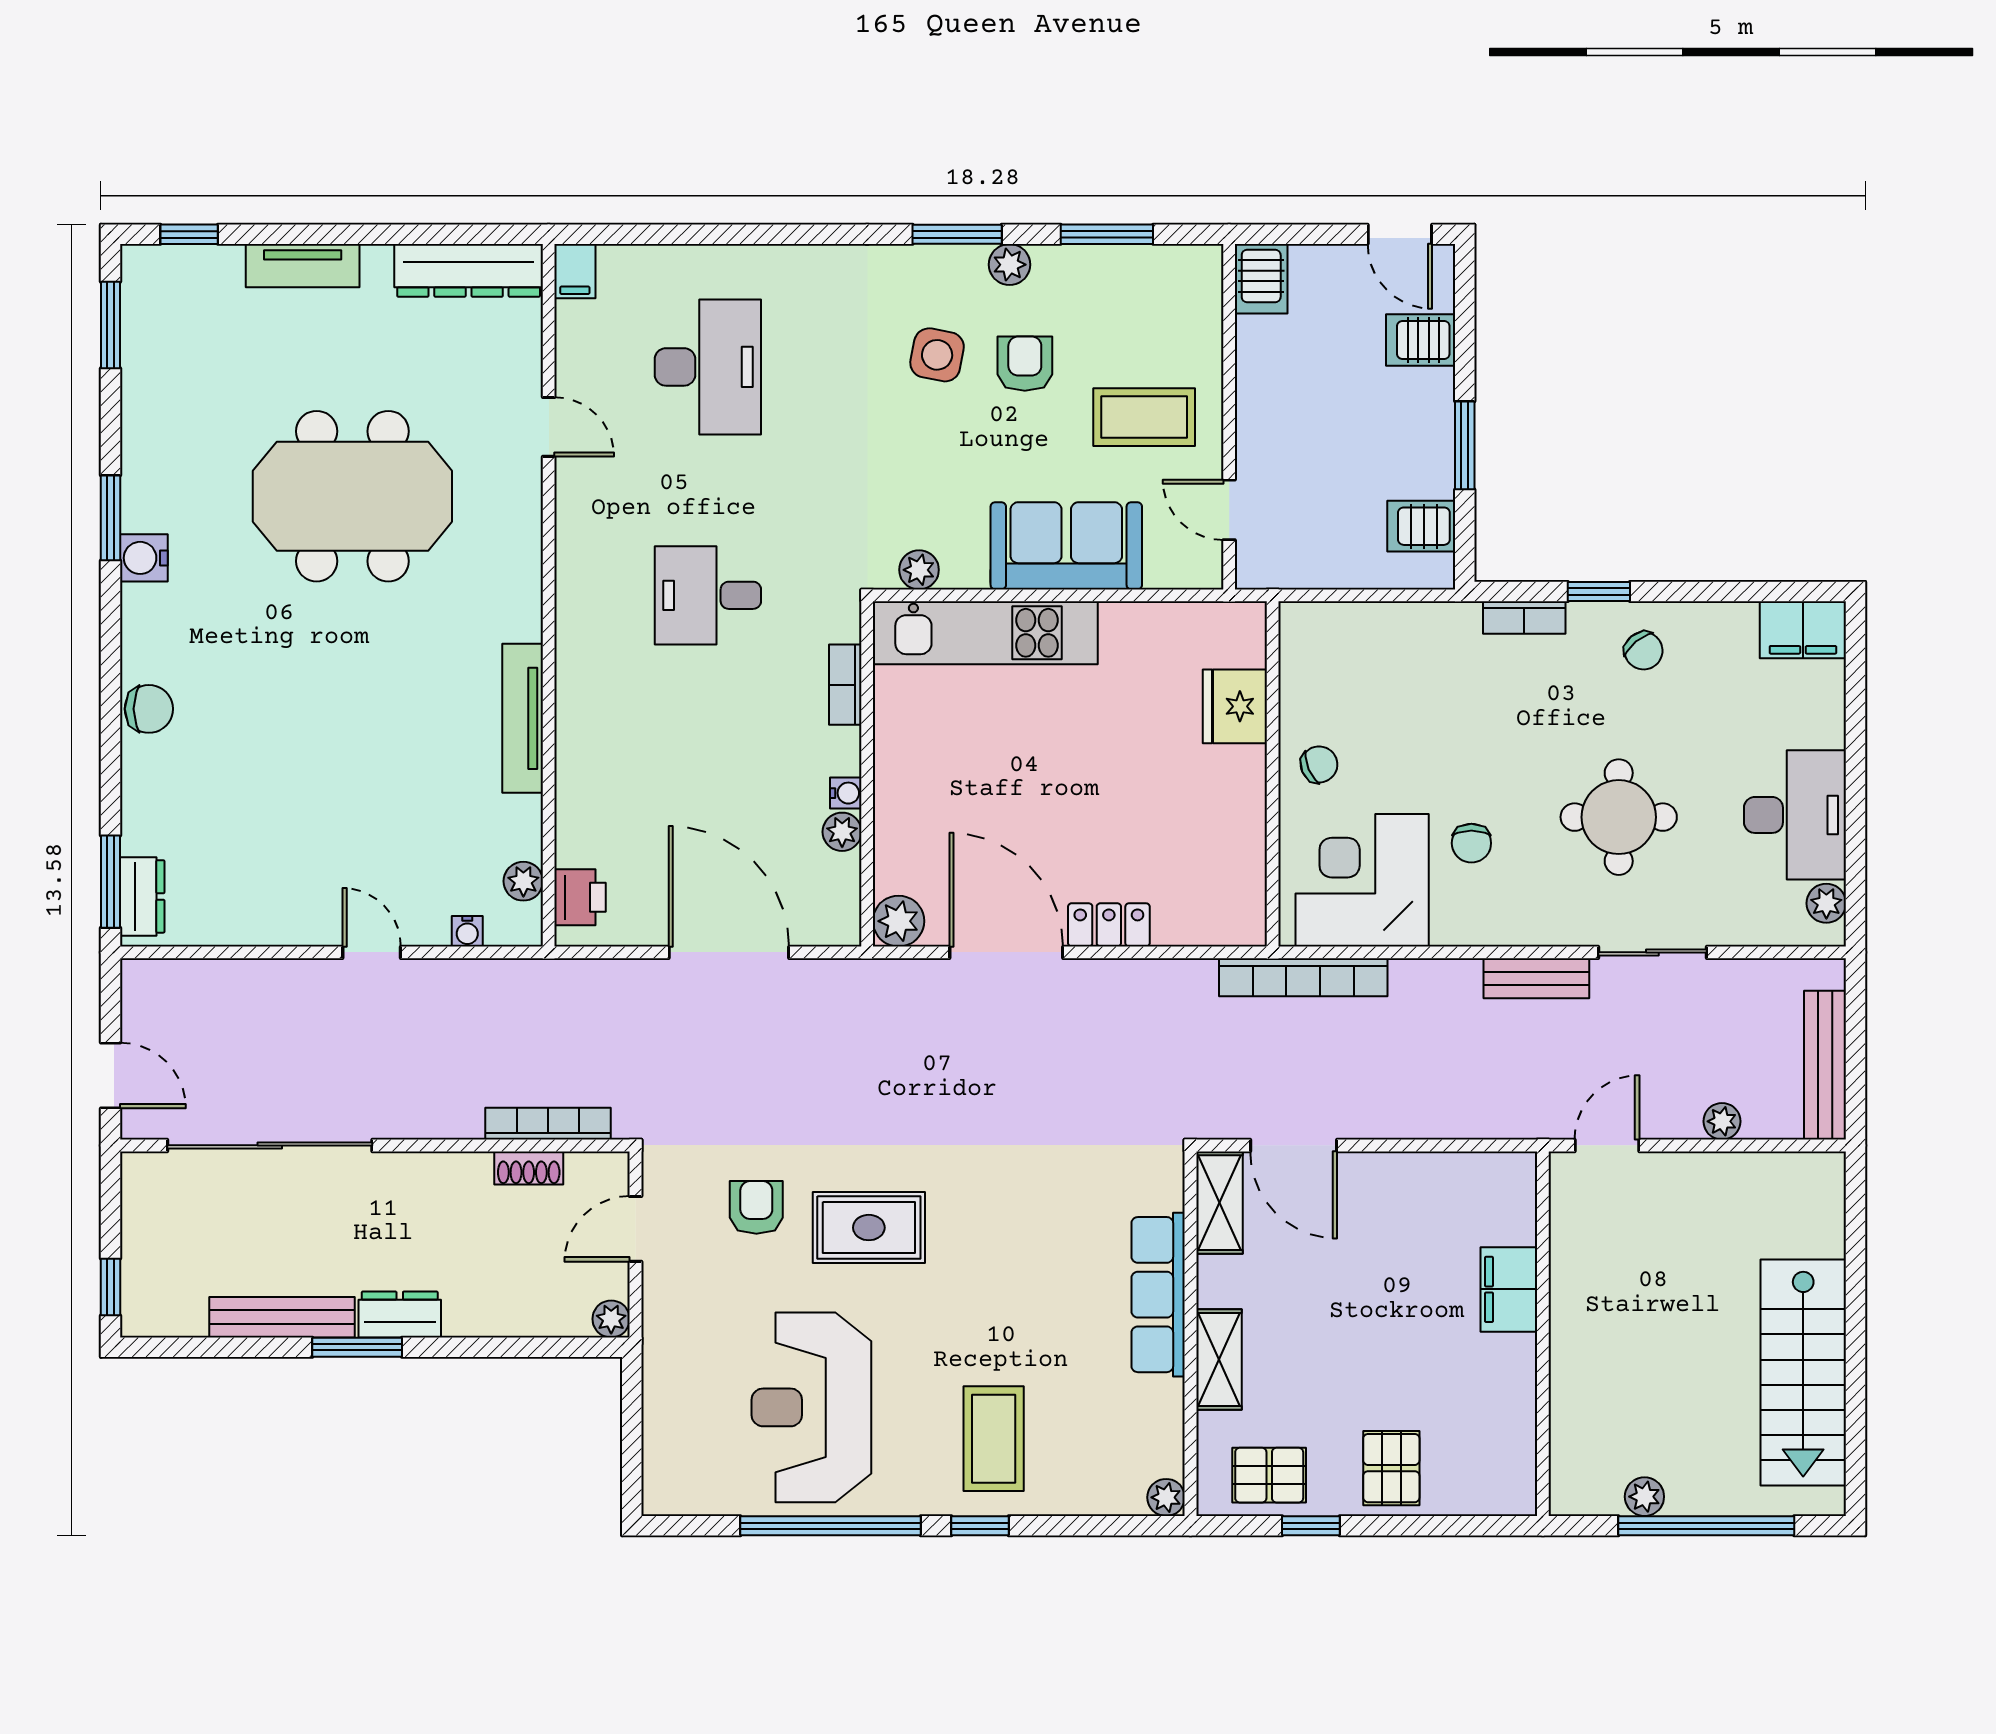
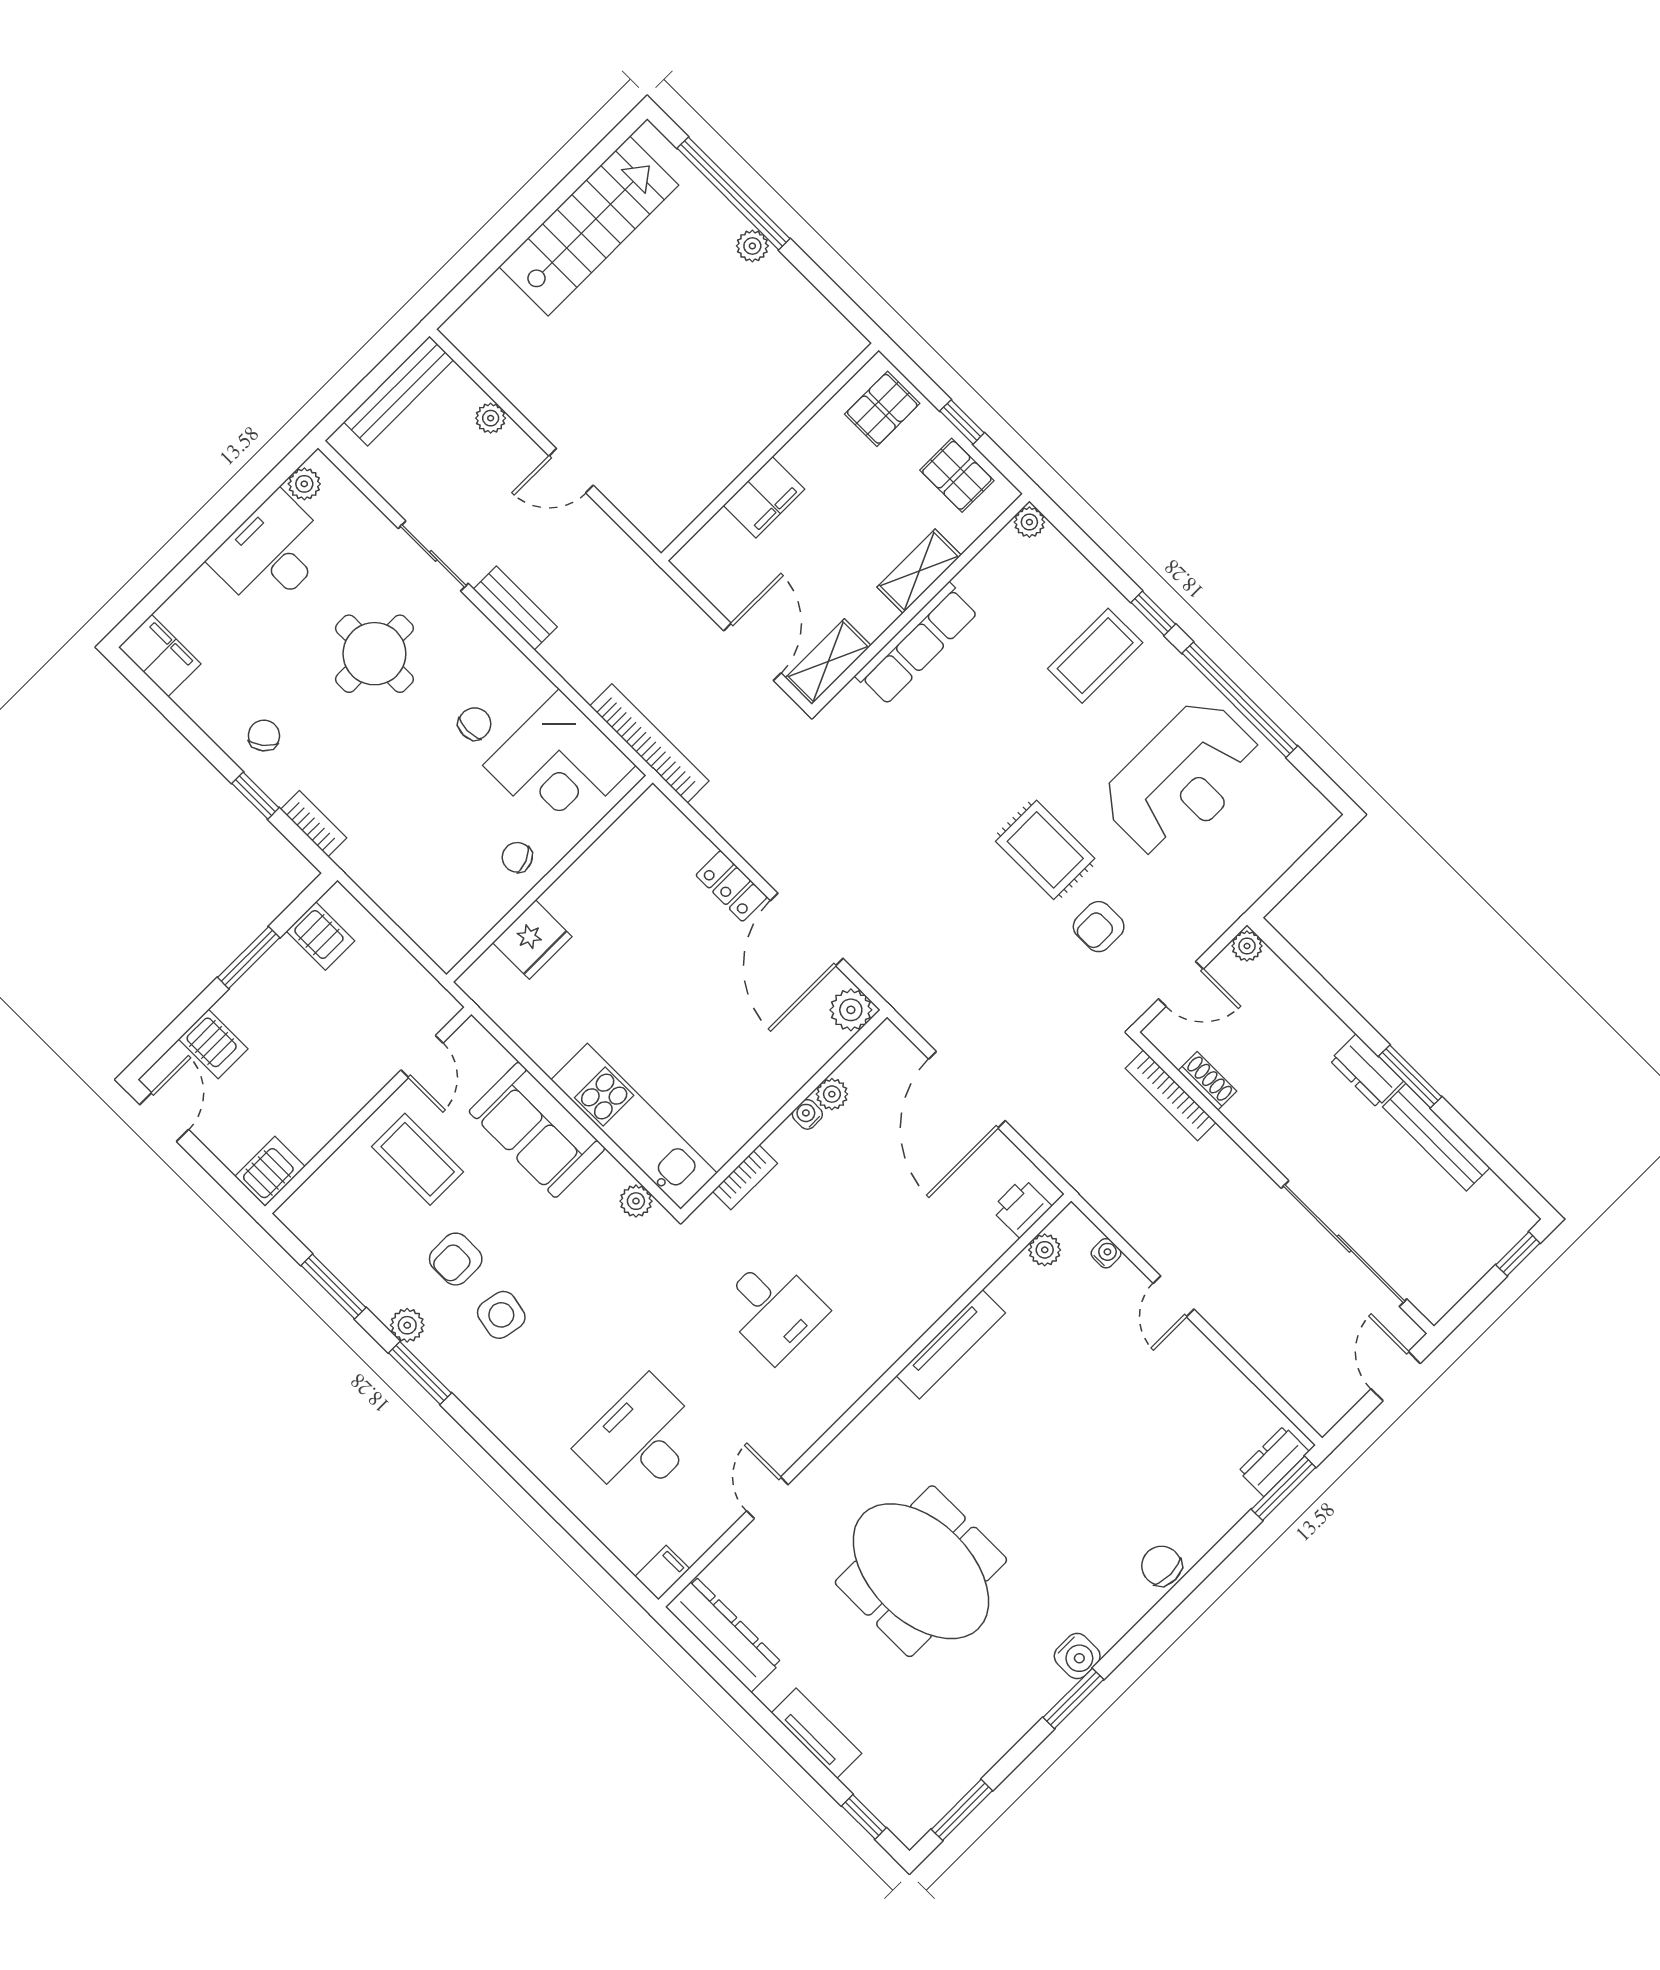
filing cabinet: (1509, 1289) -> (764, 497), moved
wall: (1543, 1334) -> (770, 452), moved

